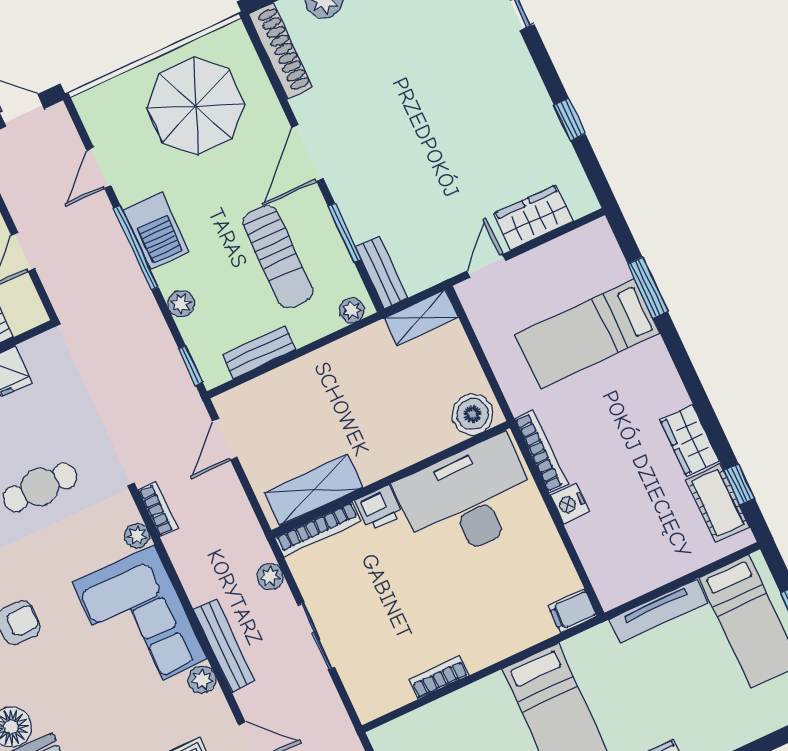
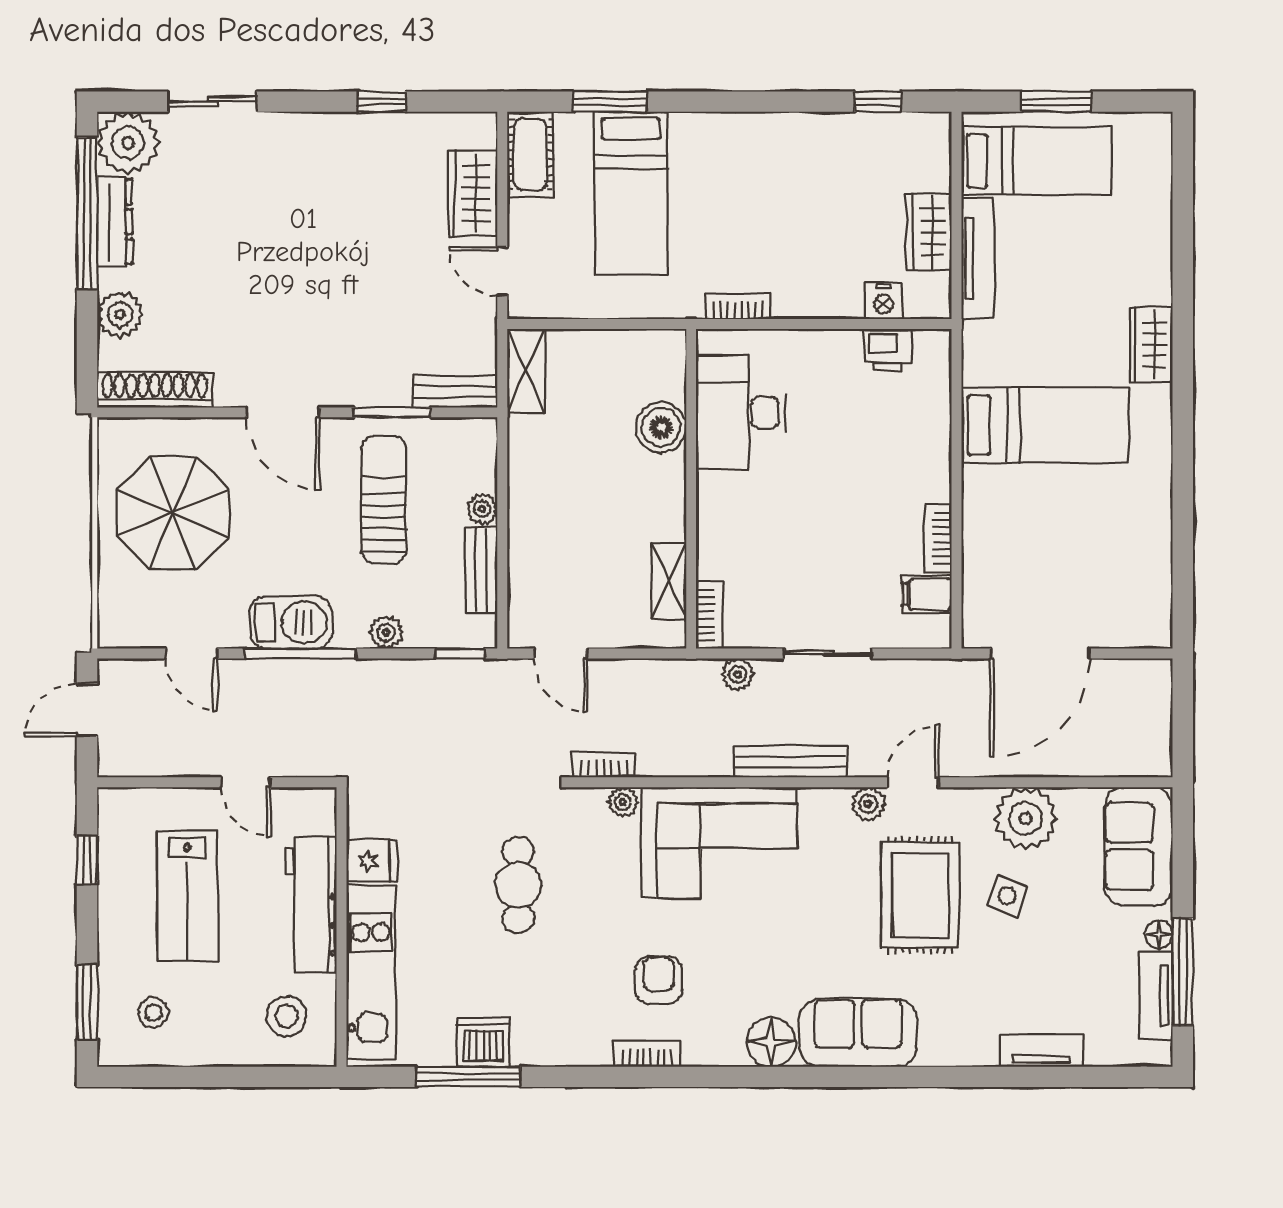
sun lounger: (278, 257) -> (384, 500), turned -90
plant: (352, 310) -> (482, 509), moved
boiler: (473, 414) -> (661, 427), moved
wardrobe: (690, 440) -> (929, 232), moved, turned 90
bookcase: (541, 451) -> (738, 306), width x0.64
shelving: (314, 490) -> (669, 581), width x0.67, depth x0.75
desk: (468, 499) -> (741, 412), width x0.73, depth x0.77
cot: (718, 503) -> (530, 155), moved, turned 90
nightstand: (570, 504) -> (884, 301), moved
printer: (379, 508) -> (888, 350), moved, turned 90
bookcase: (318, 529) -> (709, 615), width x0.64
filing cabinet: (573, 611) -> (927, 594), moved, turned 90
plant: (202, 680) -> (868, 804), moved

